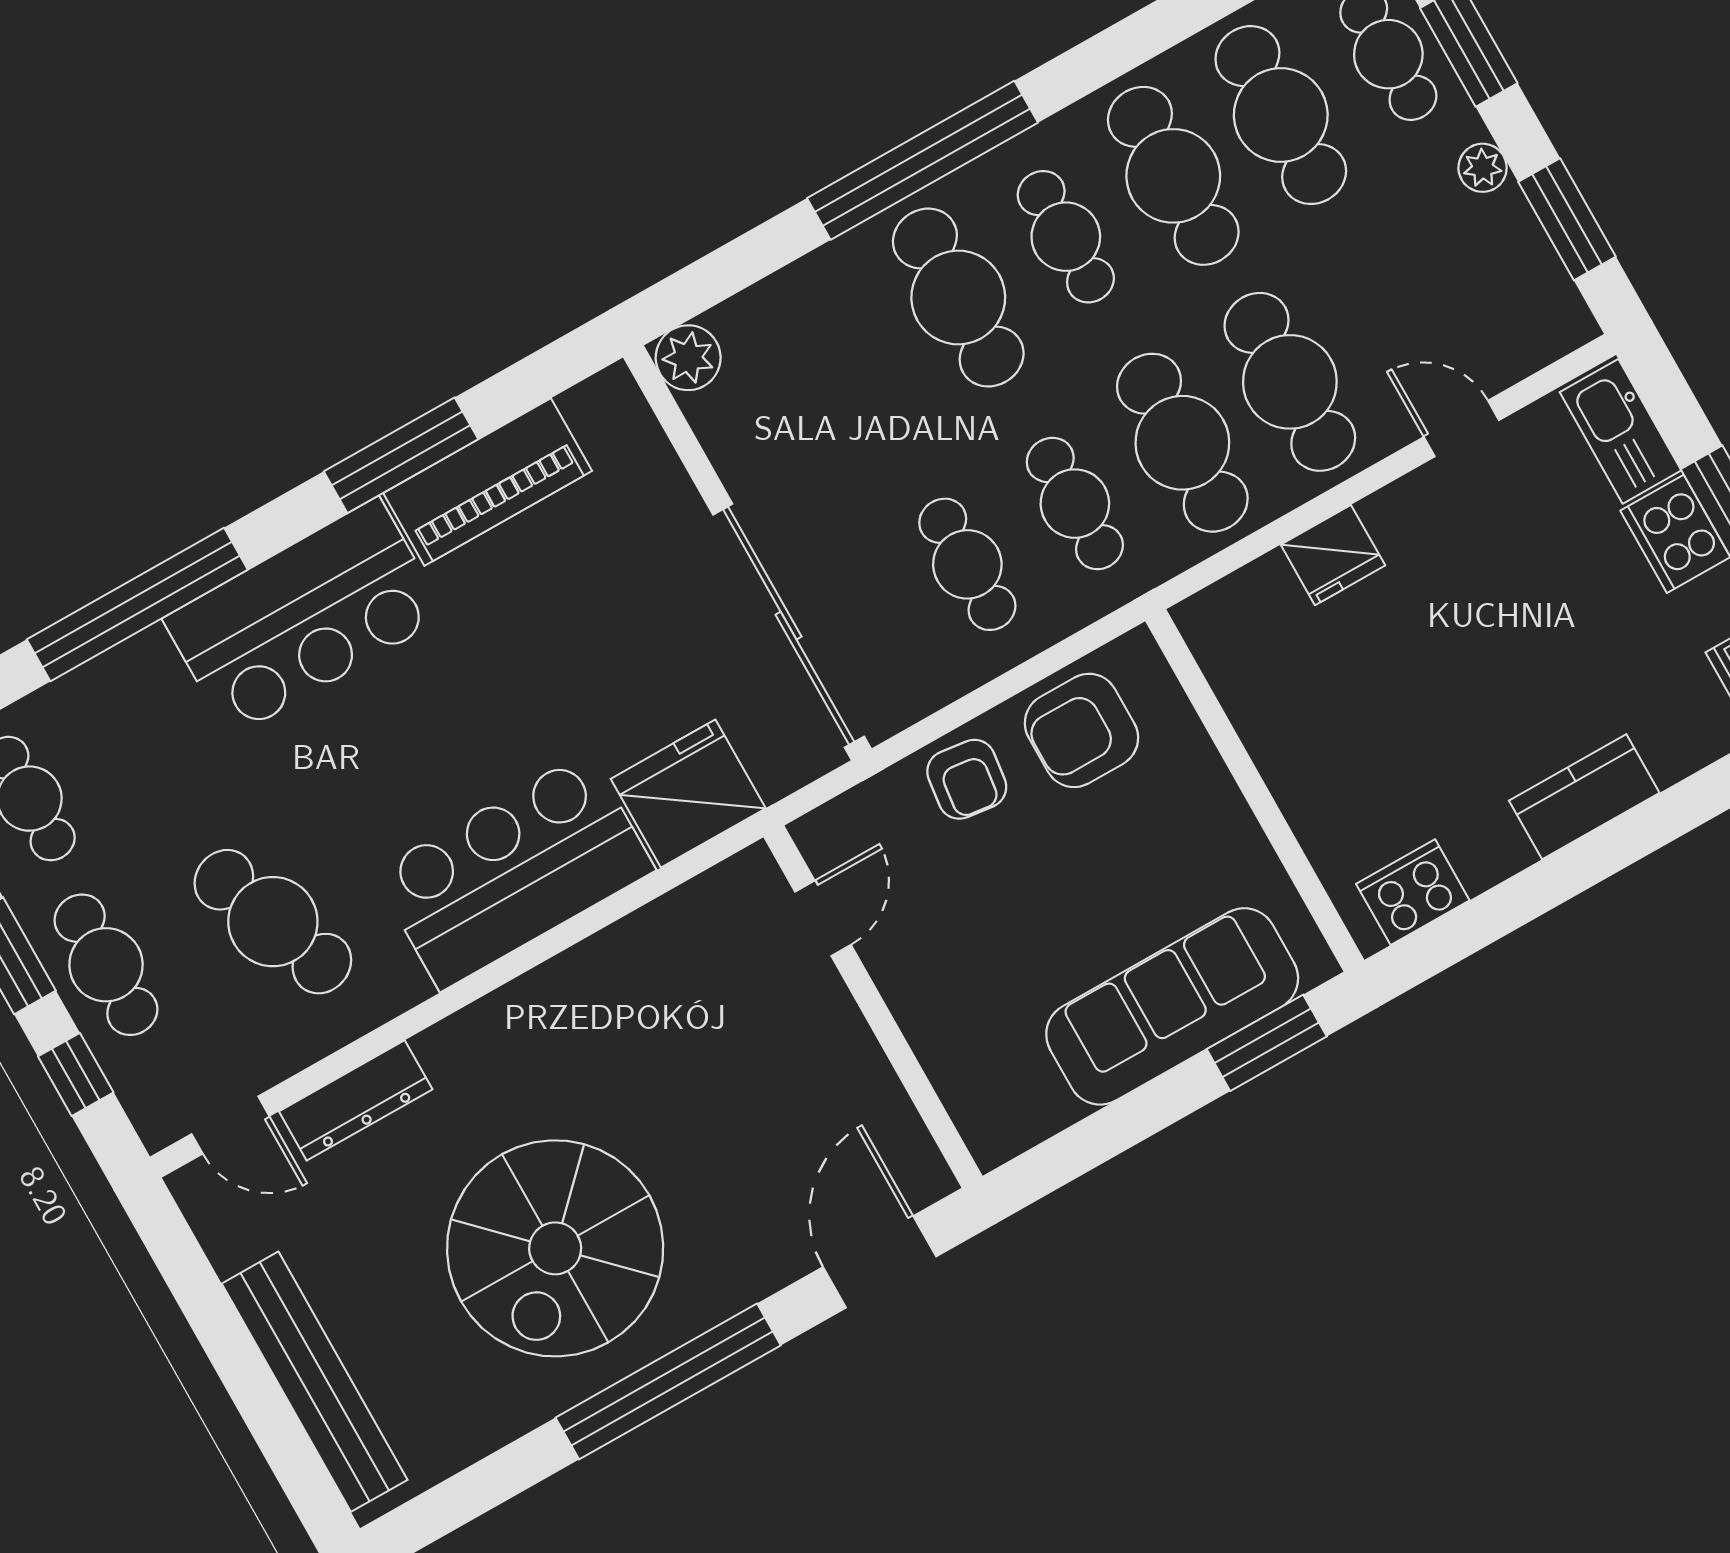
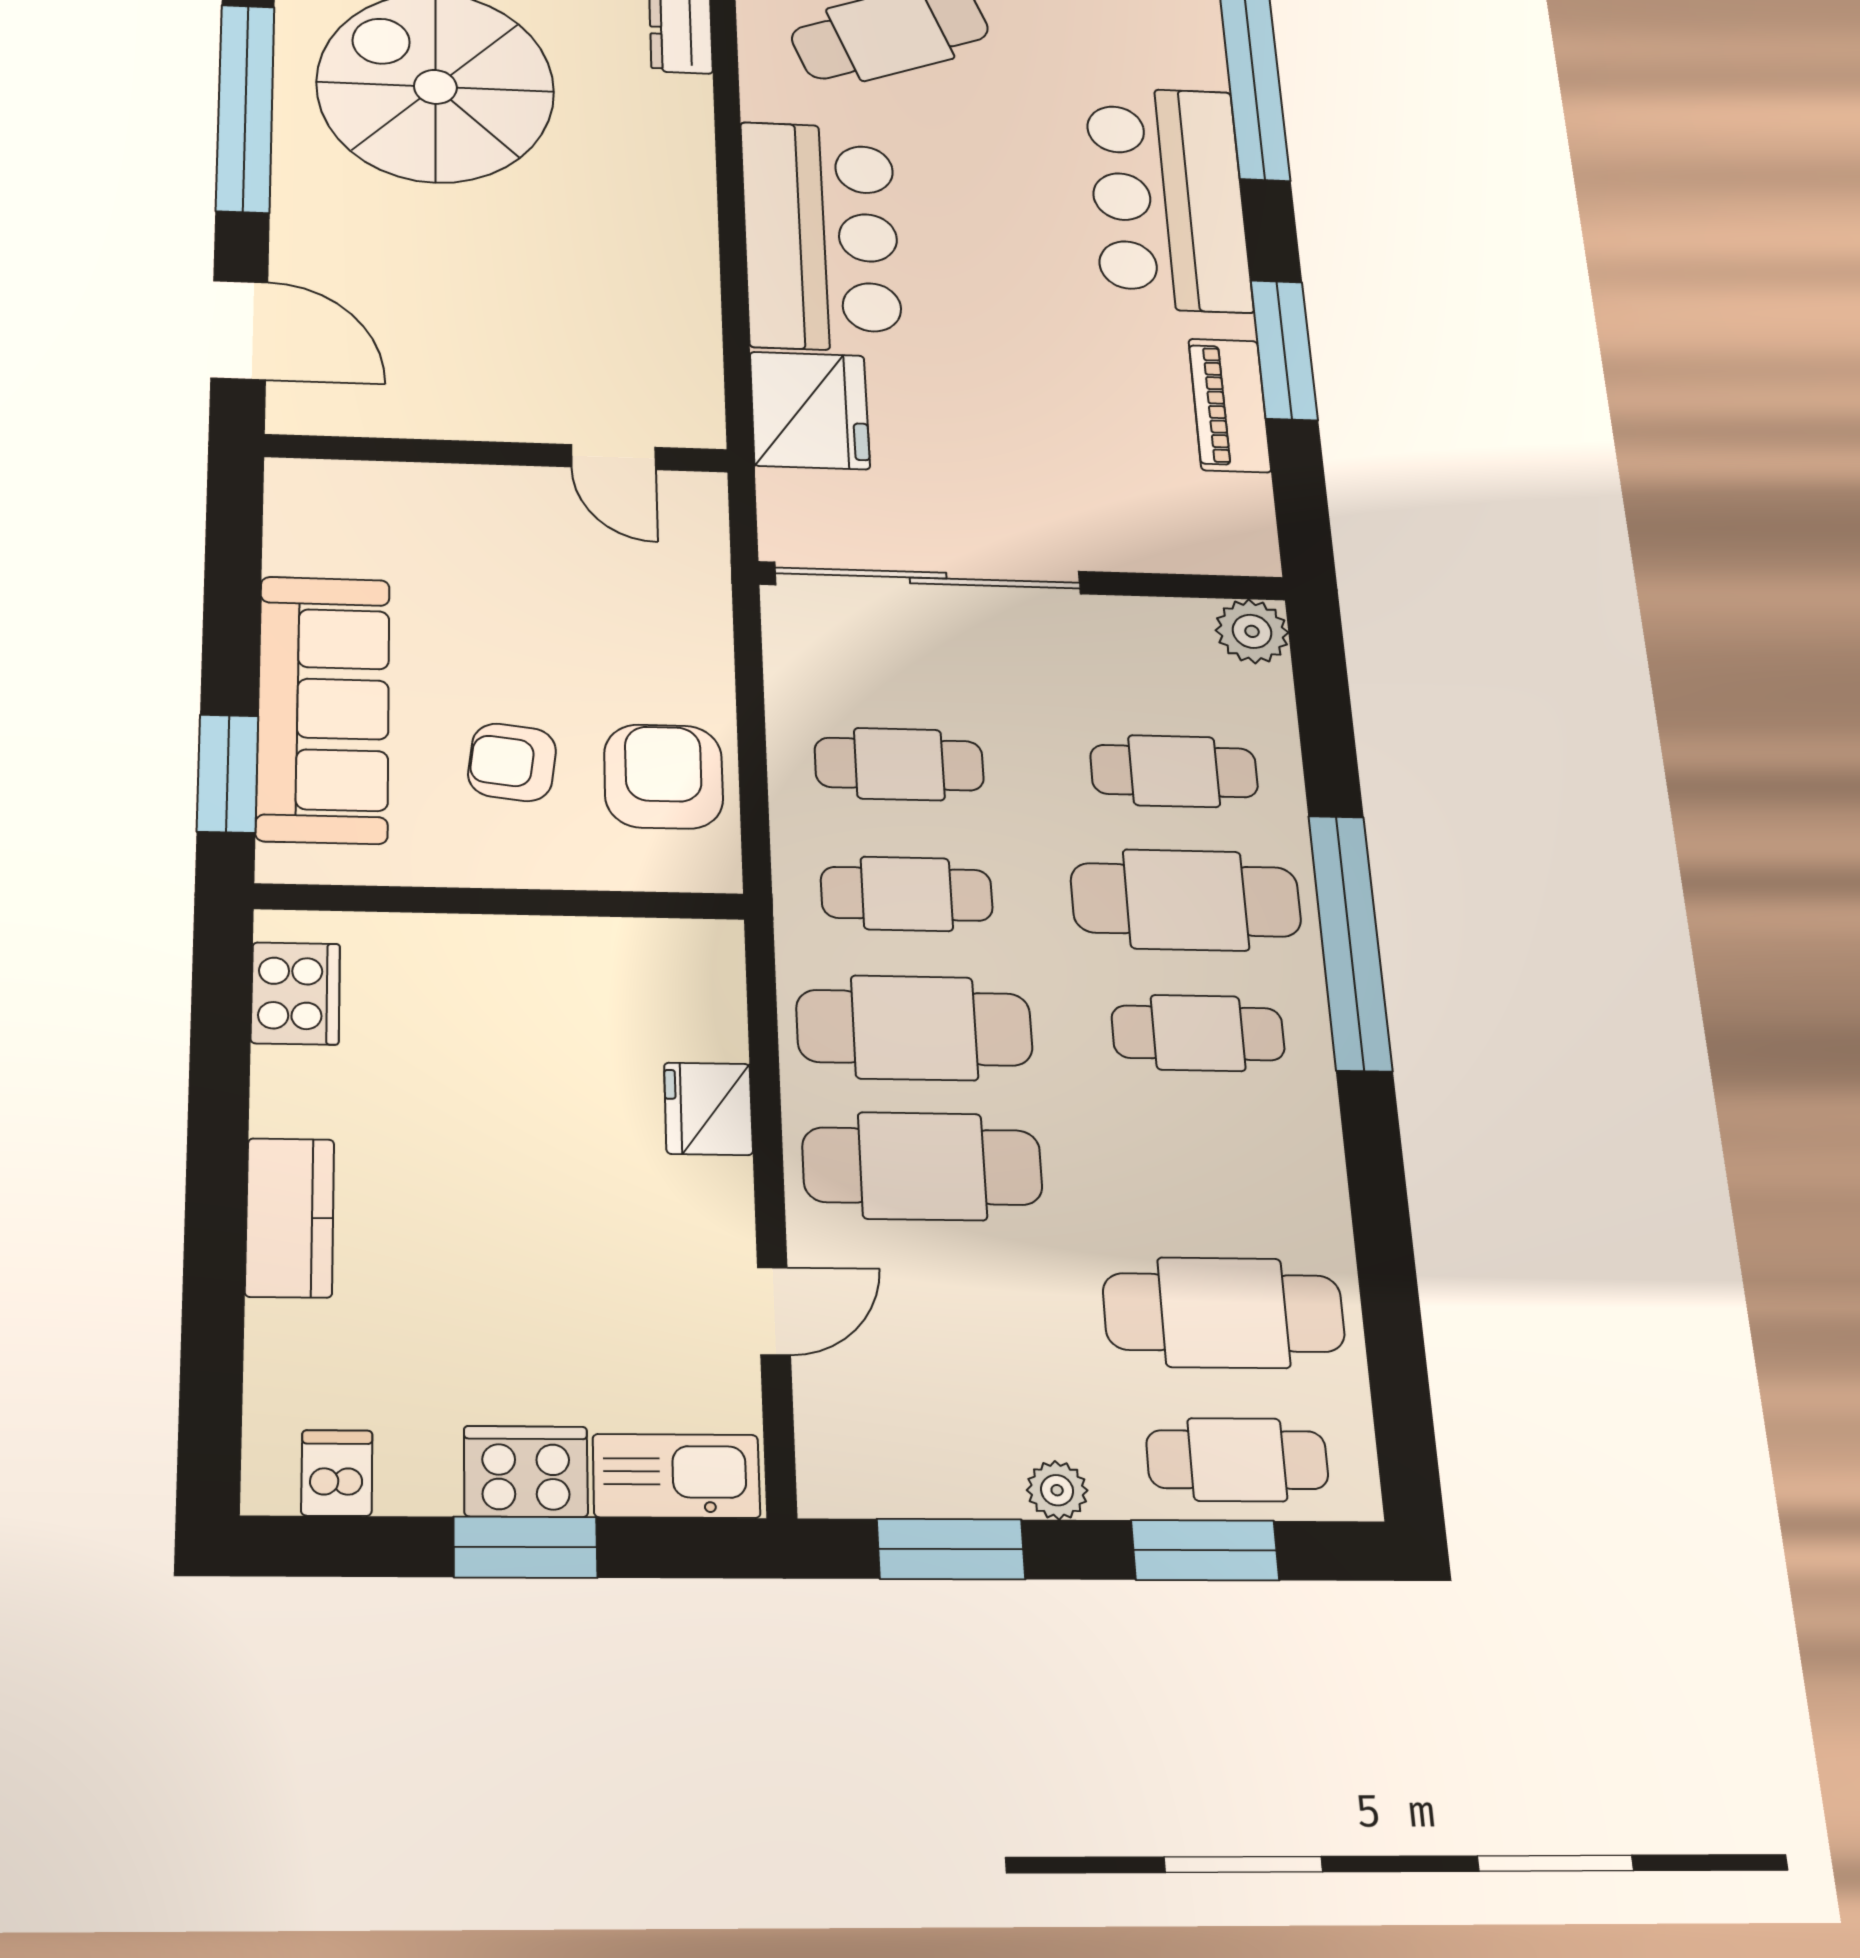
cafe table: (1173, 176) -> (1174, 771), moved, width x0.73, depth x0.74
piano: (488, 482) -> (1230, 405), width x0.73, depth x0.75
armchair: (967, 779) -> (512, 762), moved

